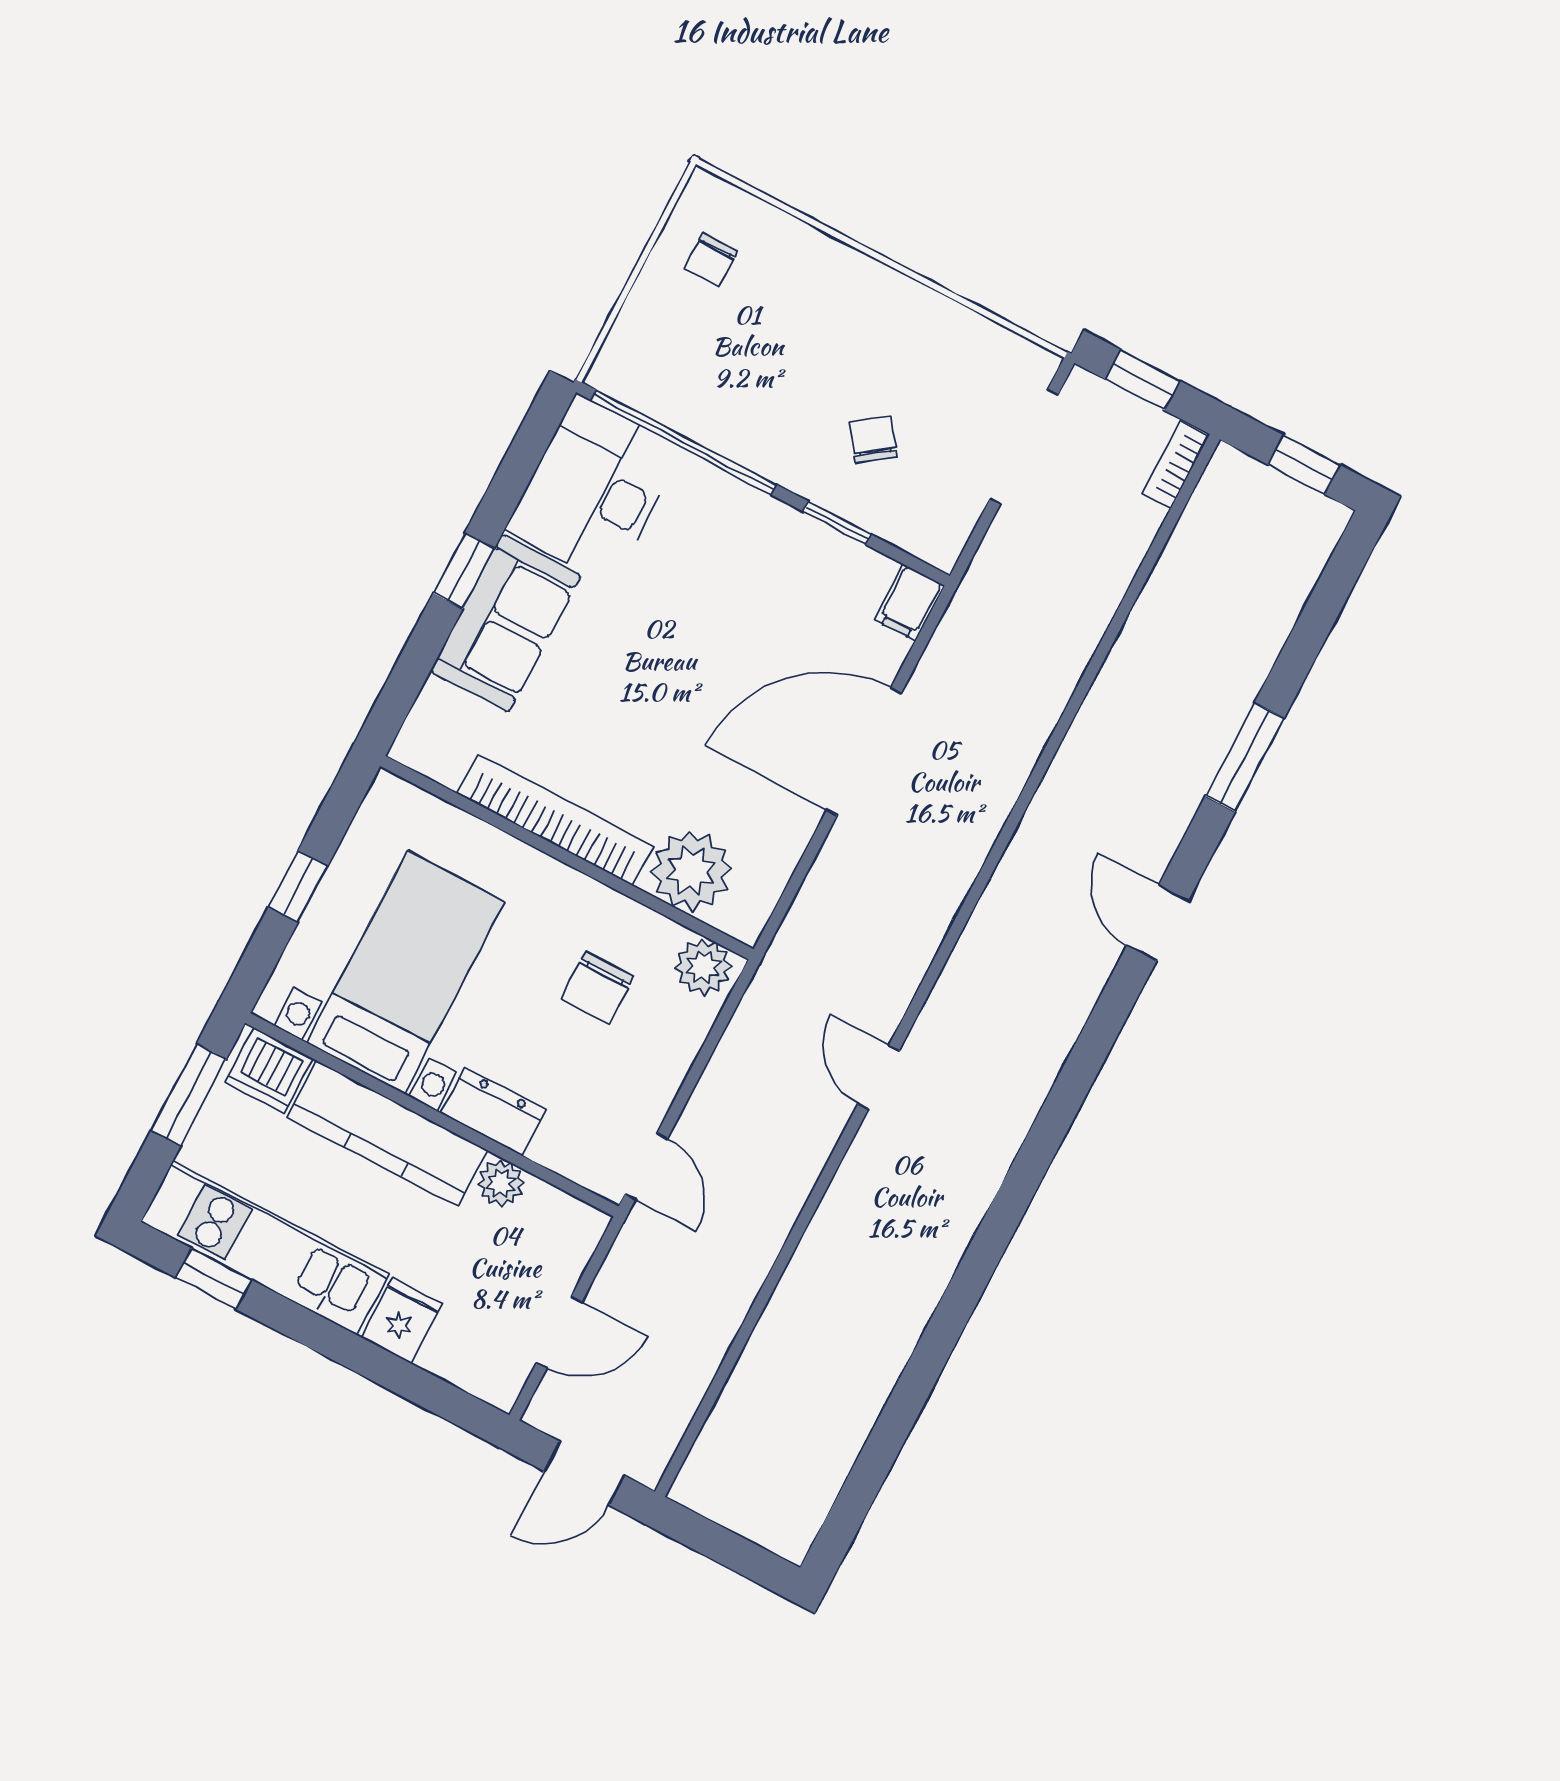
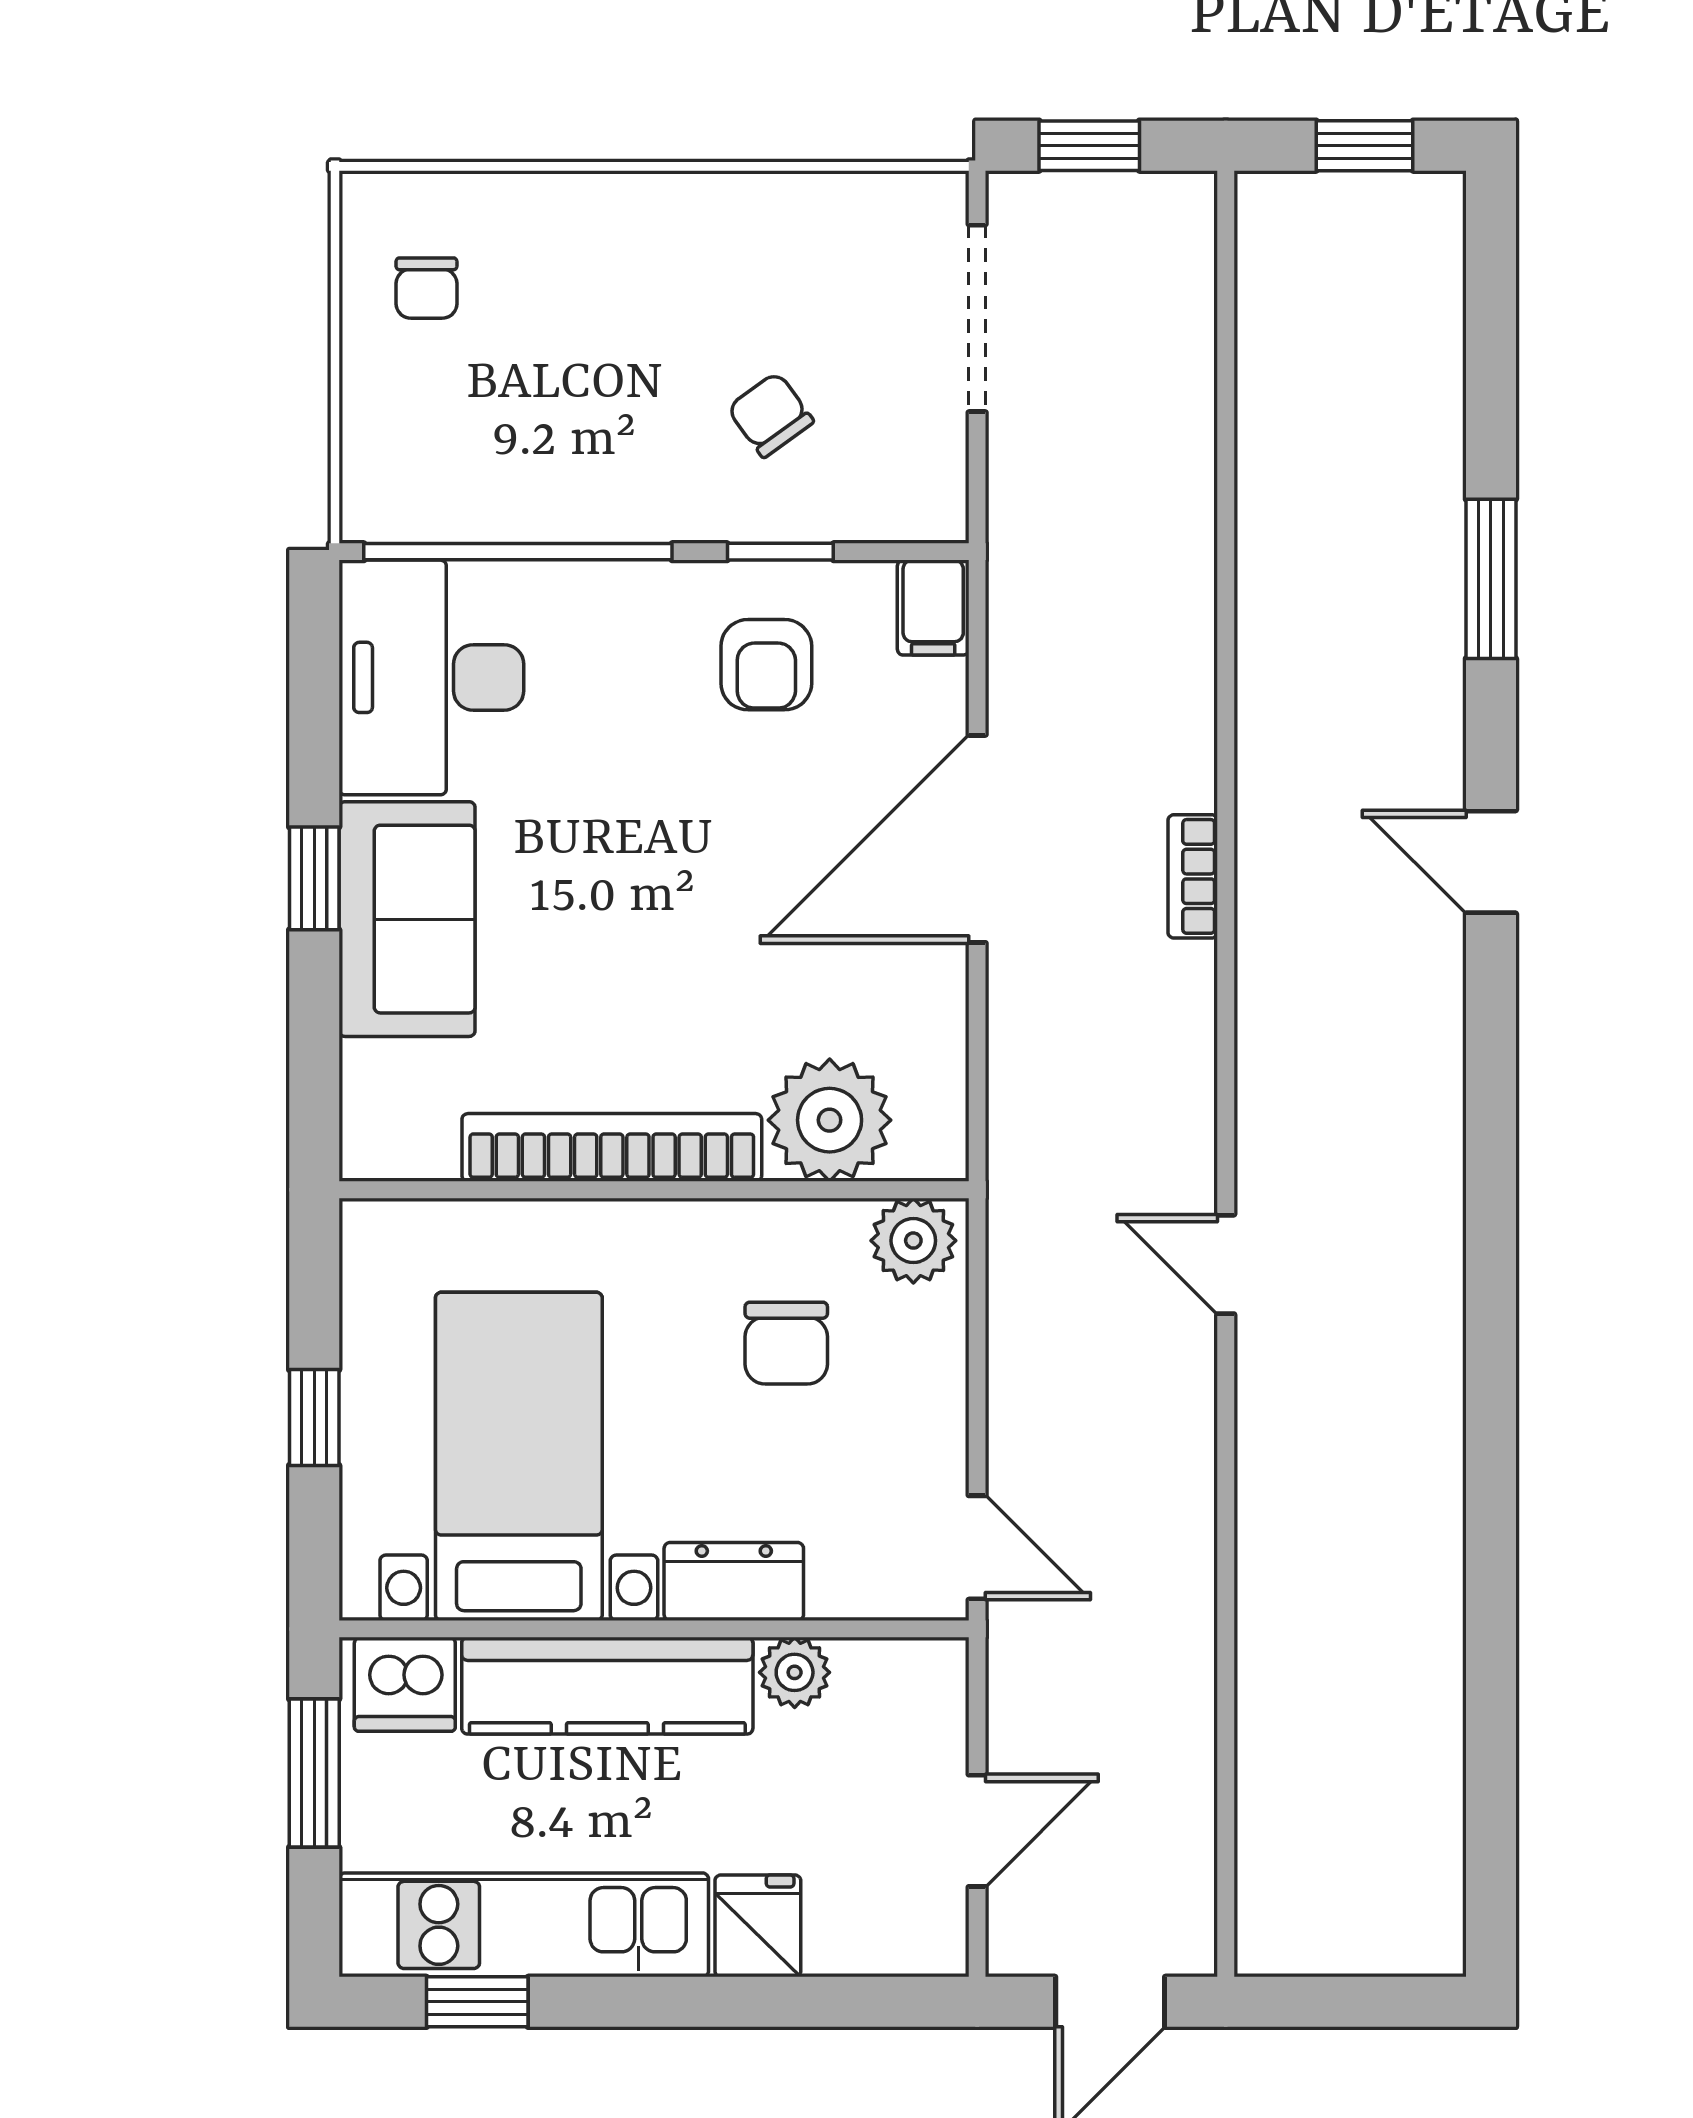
bookcase: (1176, 464) -> (1193, 876), moved
armchair: (794, 585) -> (766, 665), added

